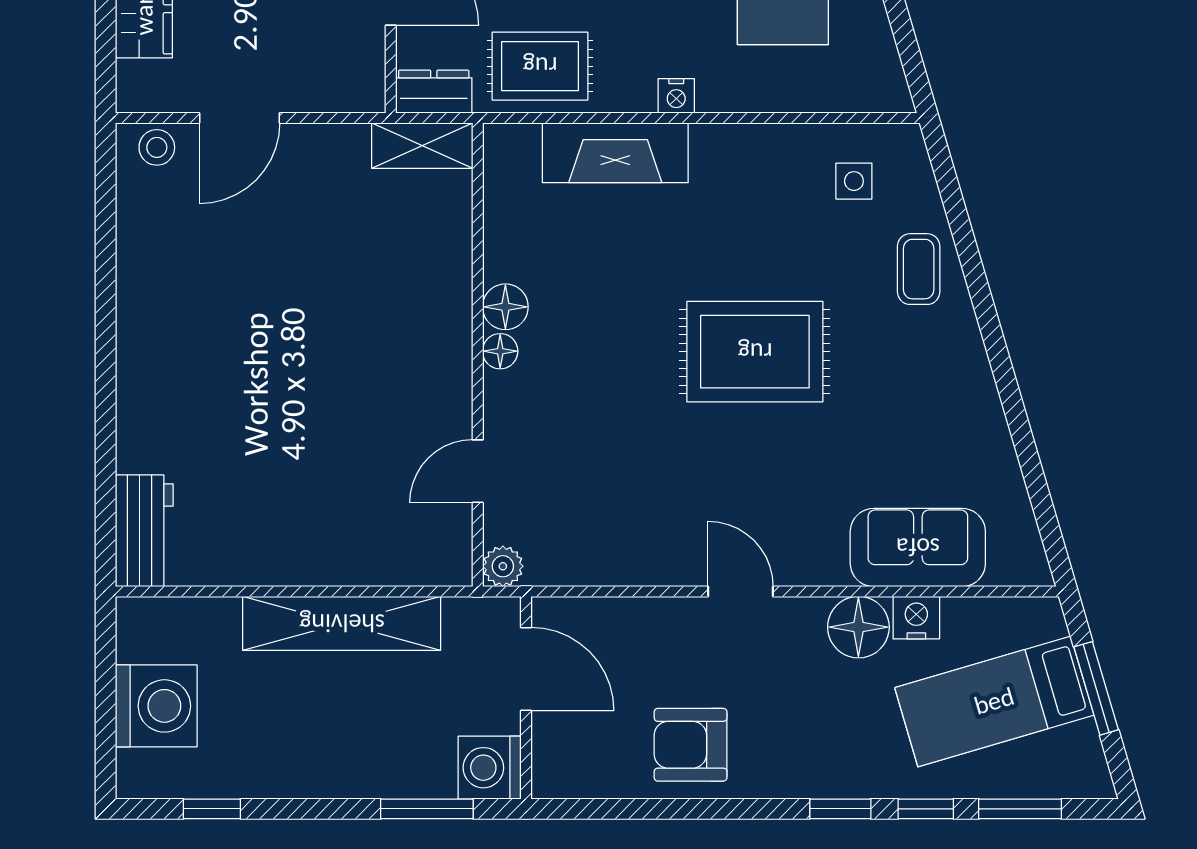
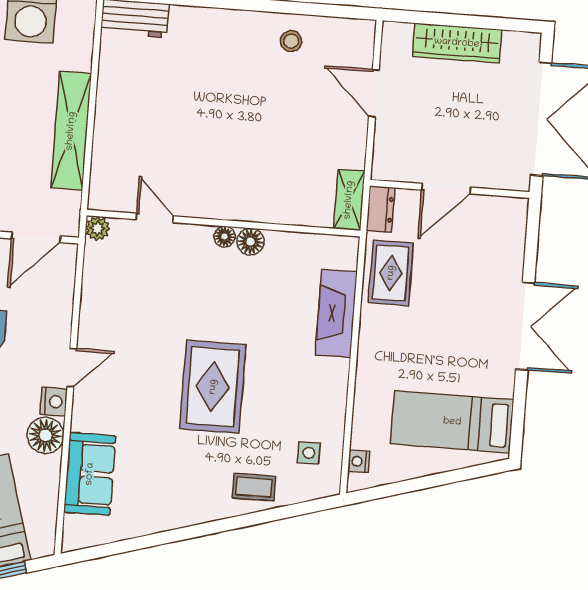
nightstand: (676, 96) -> (359, 461), moved
stool: (157, 147) -> (291, 41), moved
nightstand: (916, 618) -> (54, 402), moved

